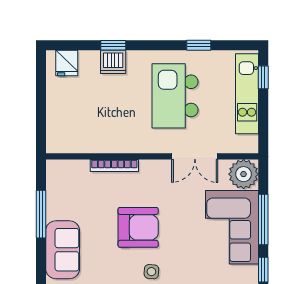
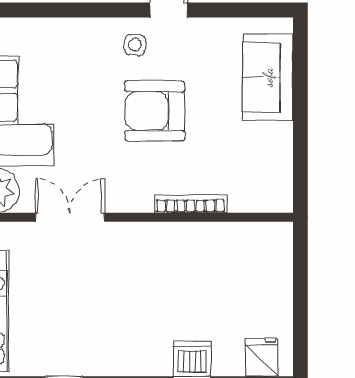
kitchen island: (175, 96) -> (100, 308), removed
window: (41, 214) -> (300, 131), removed

